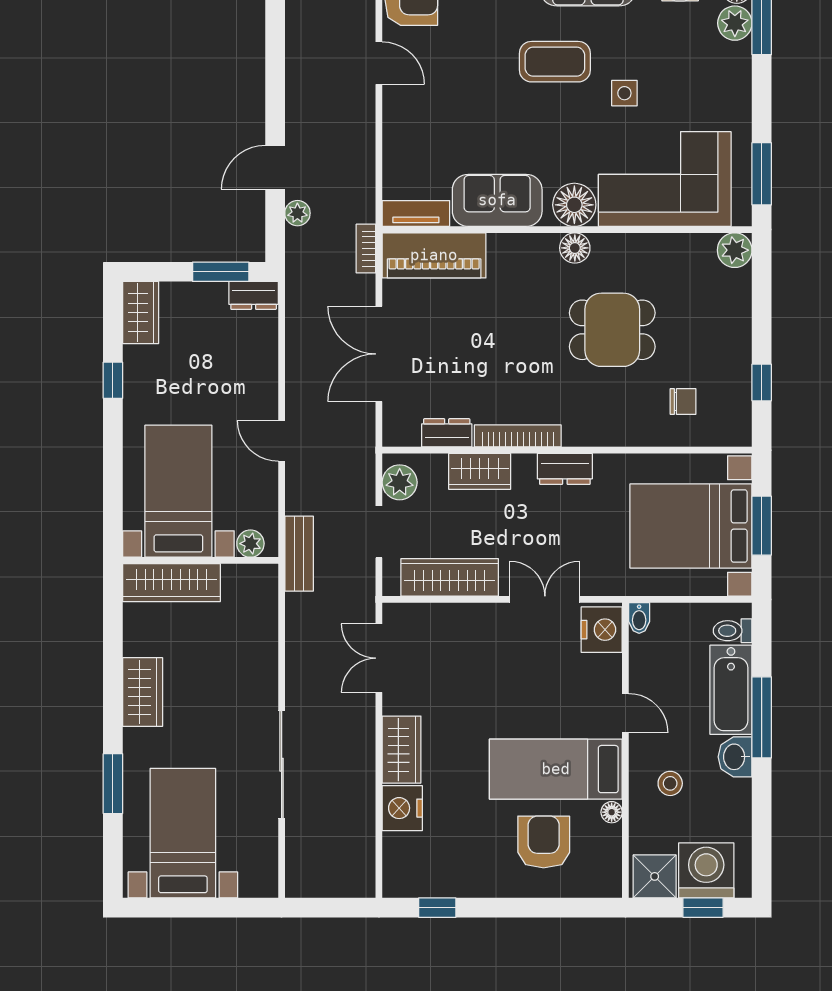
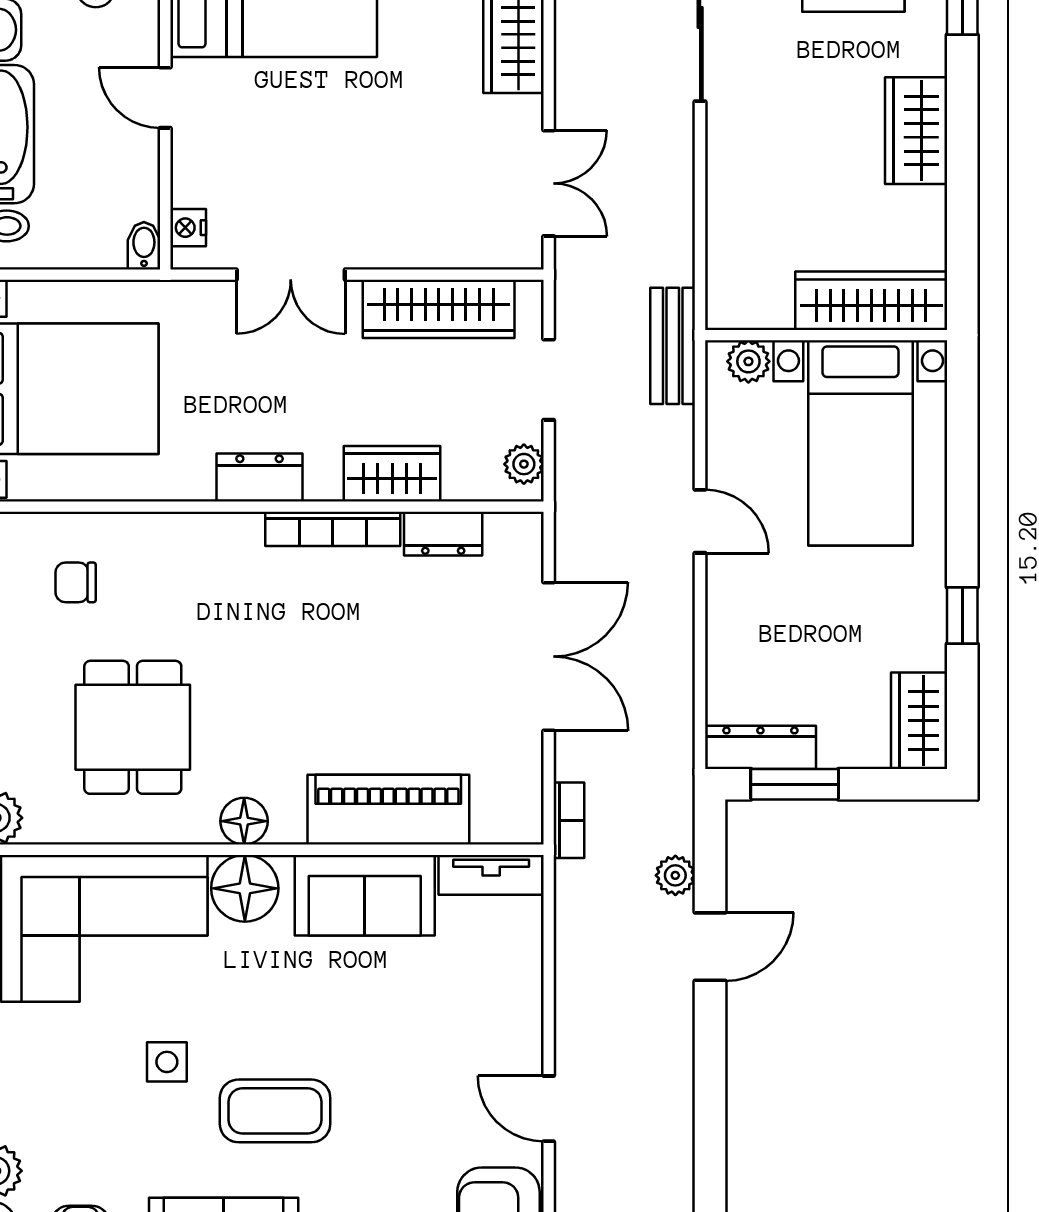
piano: (434, 255) -> (388, 810), moved
dresser: (254, 295) -> (760, 747), width x1.44
dining table: (612, 330) -> (133, 727), moved, turned 90
plant: (400, 482) -> (524, 464), width x0.73, depth x0.73
nightstand: (602, 630) -> (188, 228), width x0.53, depth x0.56

